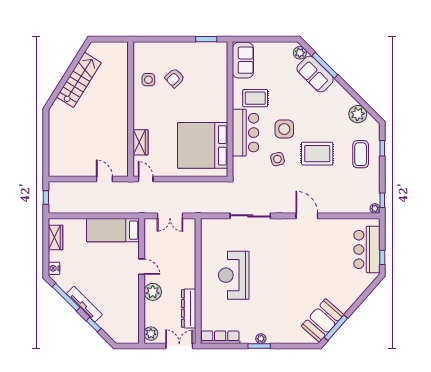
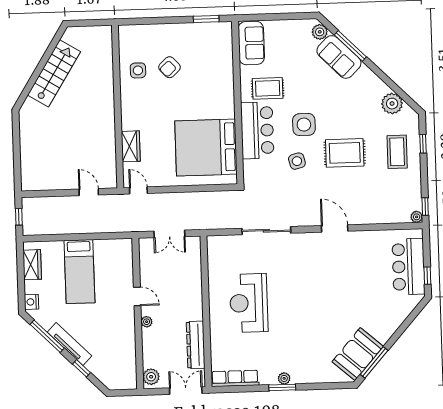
bed: (113, 230) -> (79, 272), moved, turned -90
plant: (153, 292) -> (147, 322), width x0.53, depth x0.53

